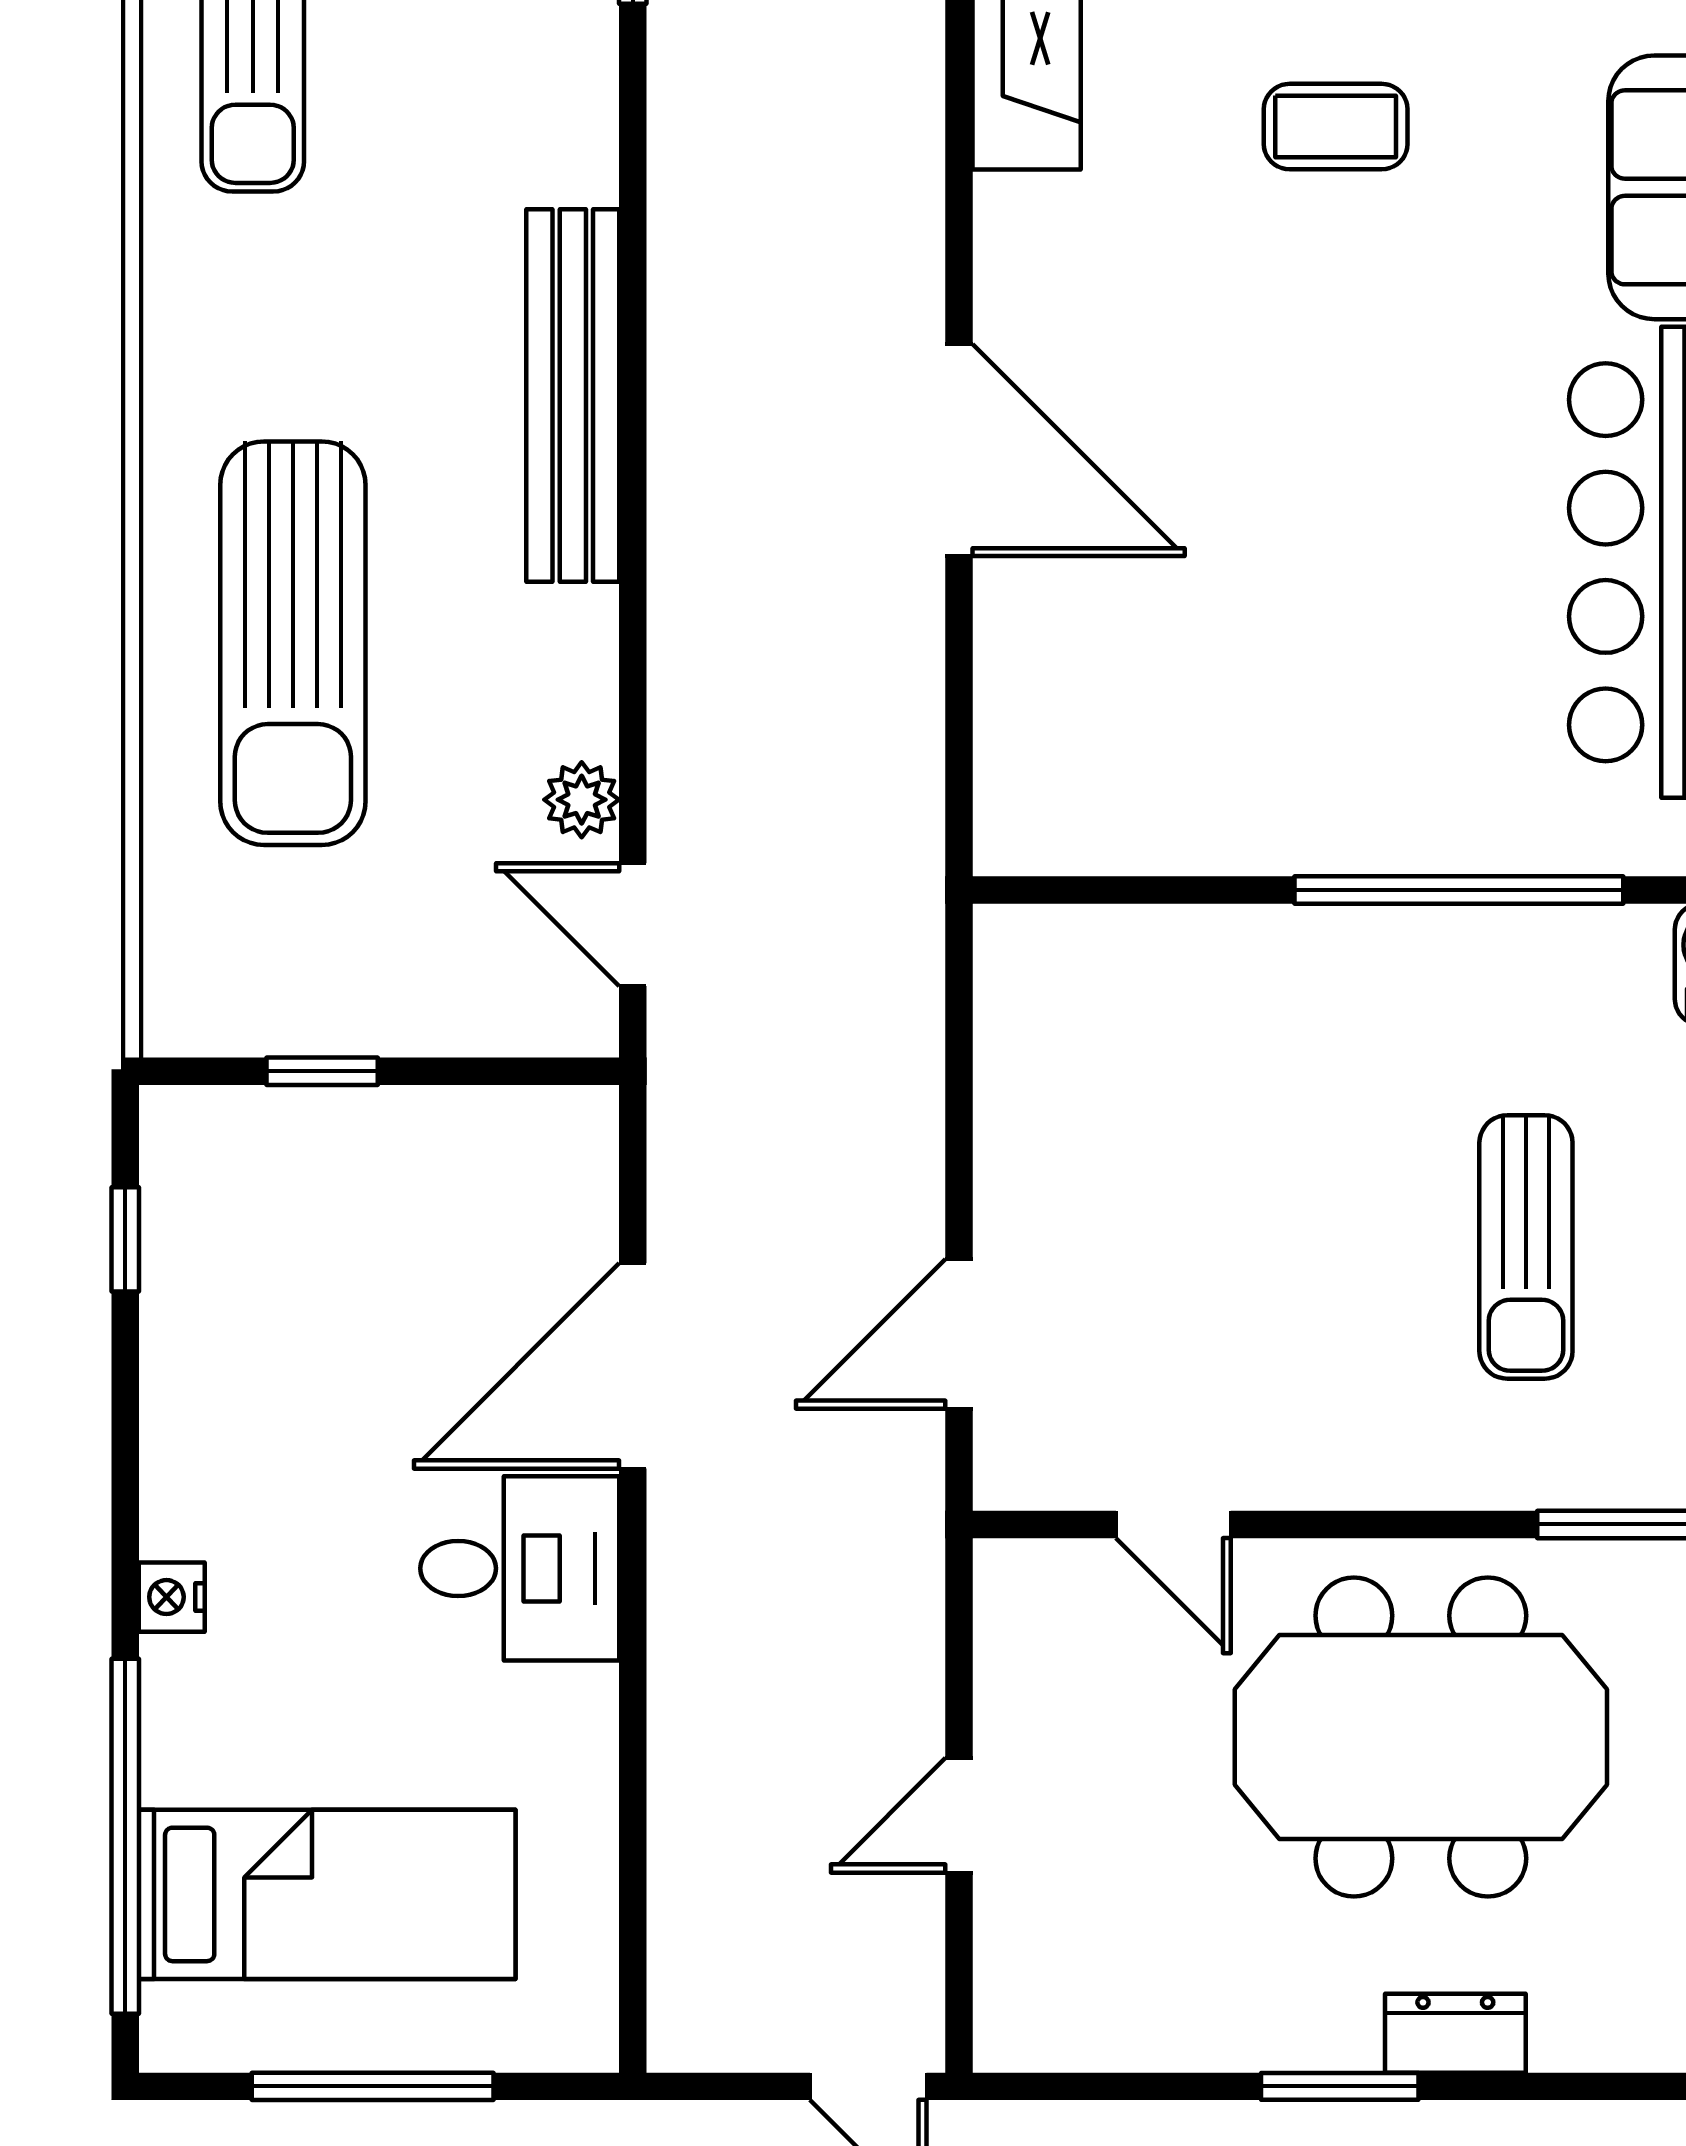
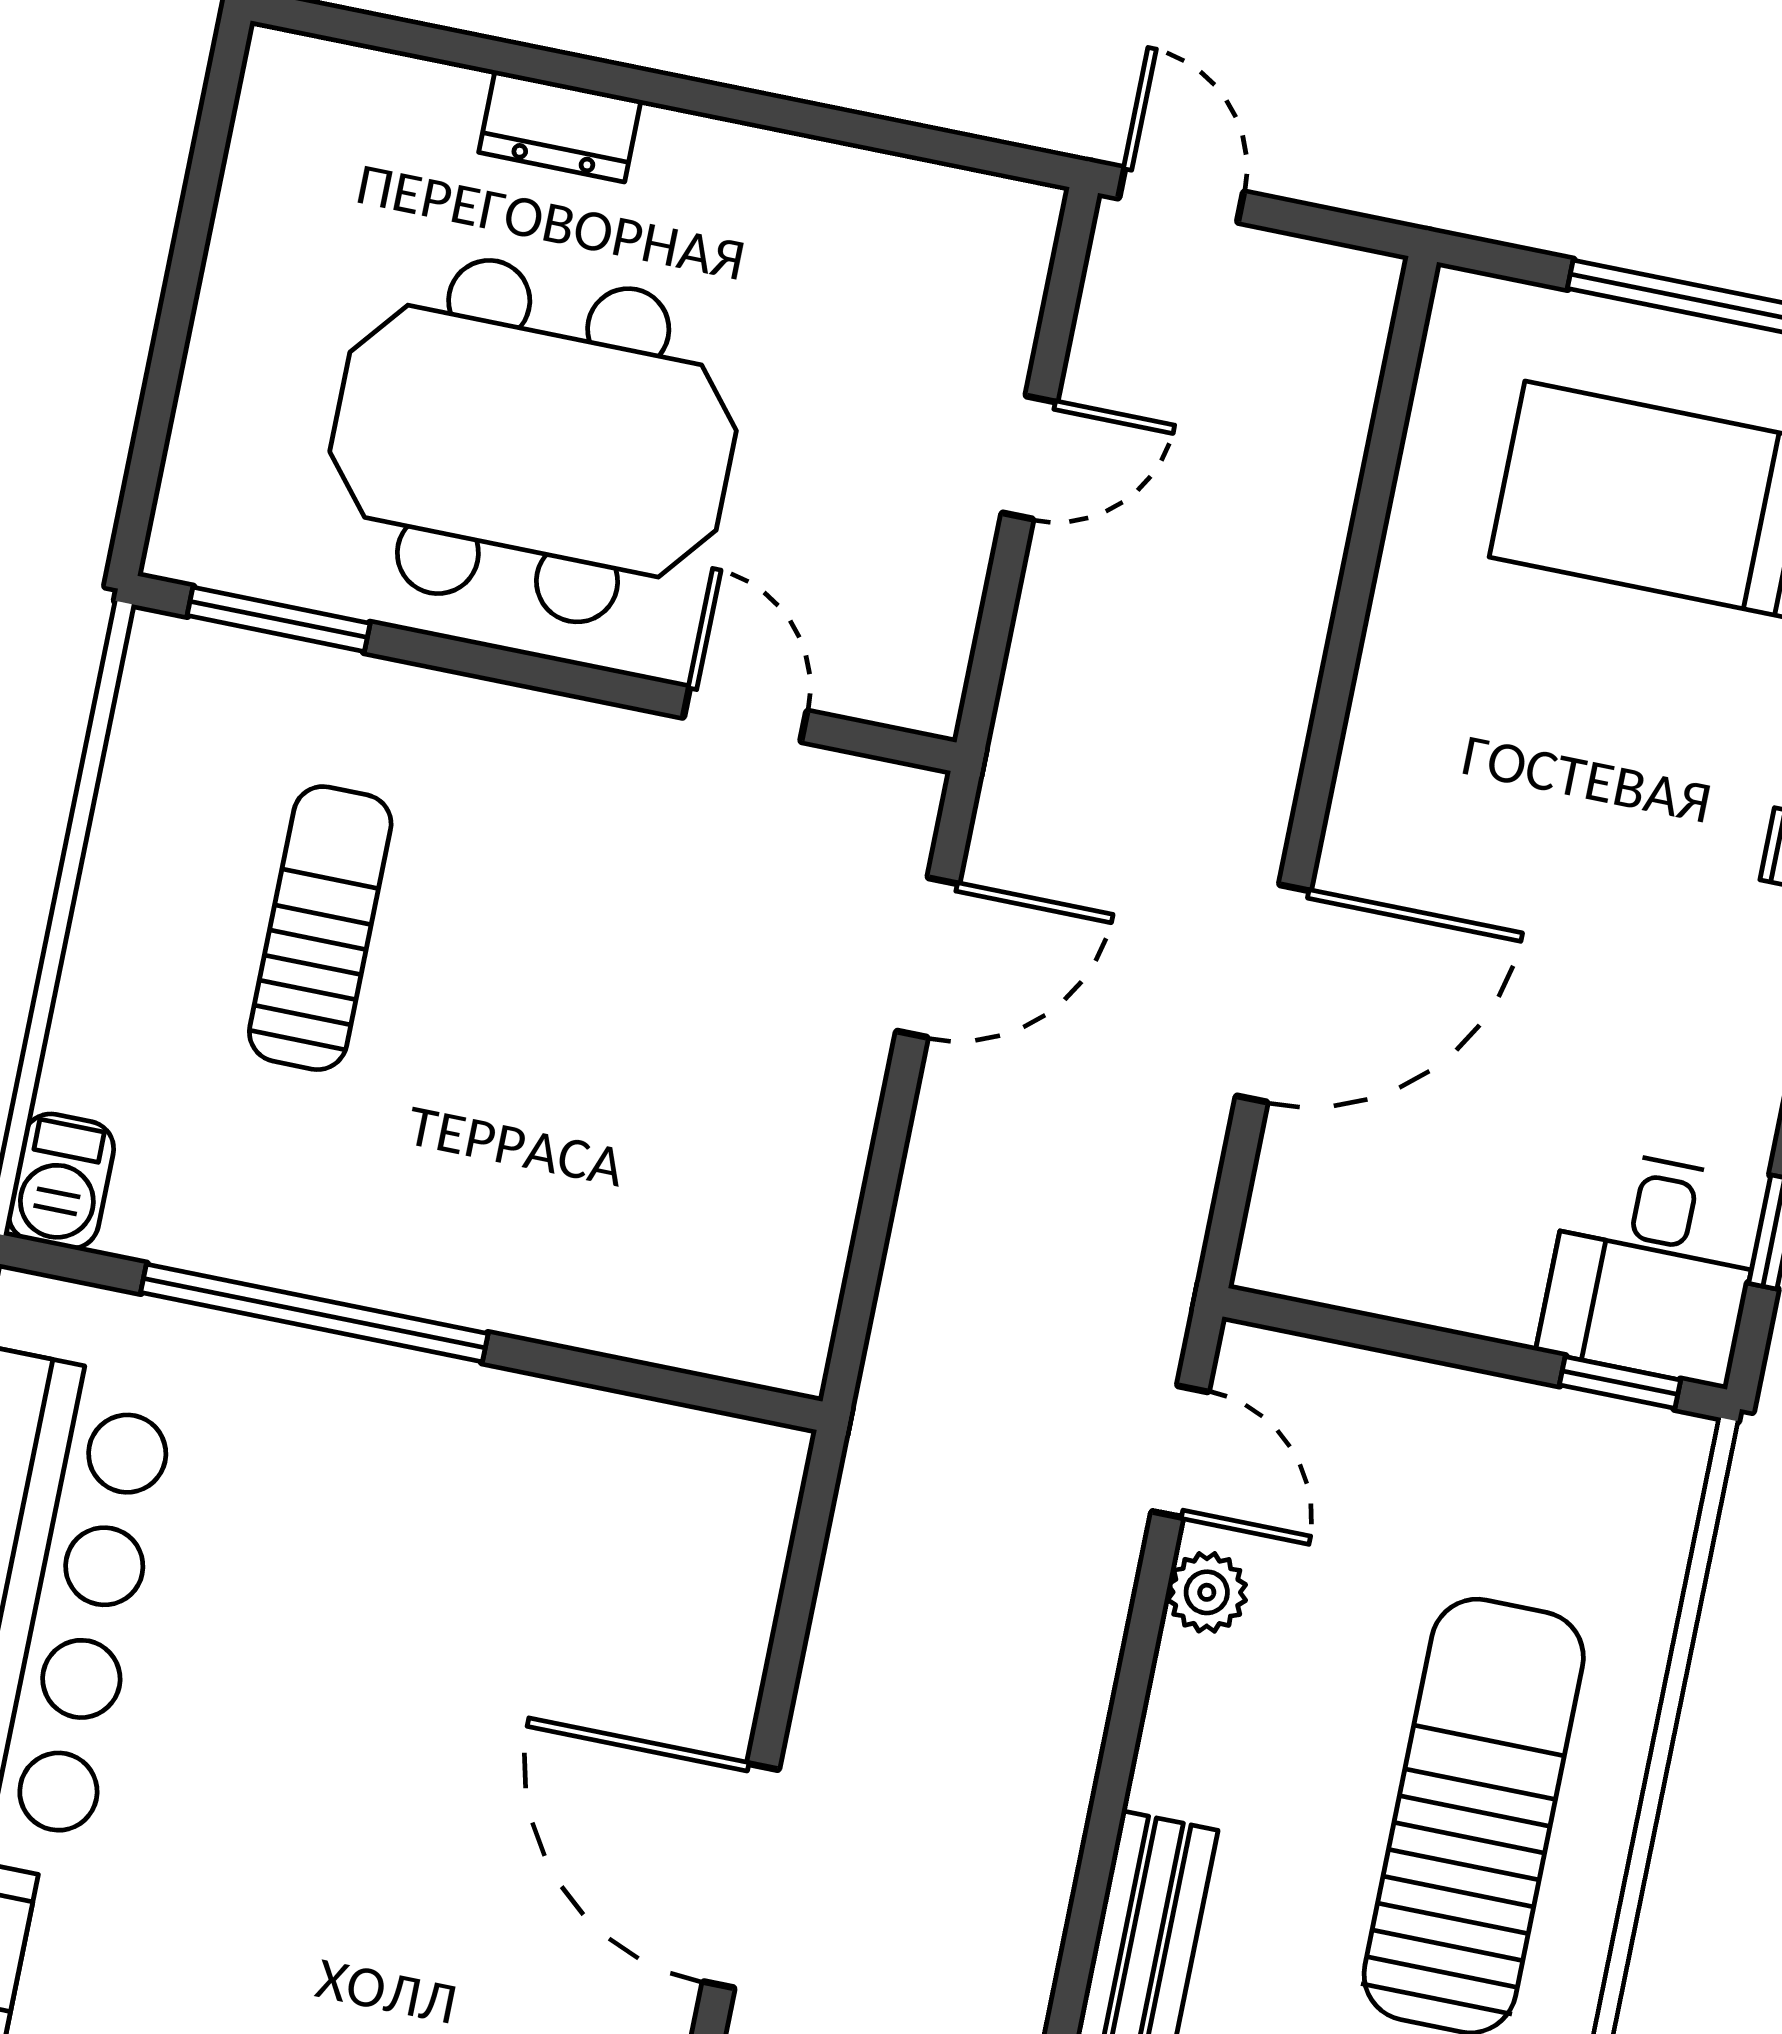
window: (322, 1071) -> (1620, 1383), moved
desk: (520, 1568) -> (1652, 1267), moved, turned -90
window: (1340, 2086) -> (691, 95), removed

